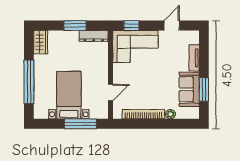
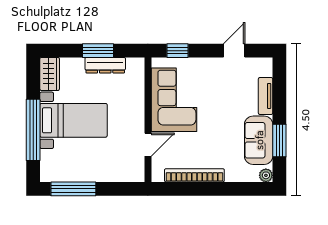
dresser: (94, 36) -> (105, 65), moved
corner sofa: (135, 46) -> (174, 100), moved, turned -90
bed with nightstands: (69, 95) -> (74, 120), moved, turned 90
plant: (170, 114) -> (266, 175), moved
window: (80, 124) -> (73, 189), moved

